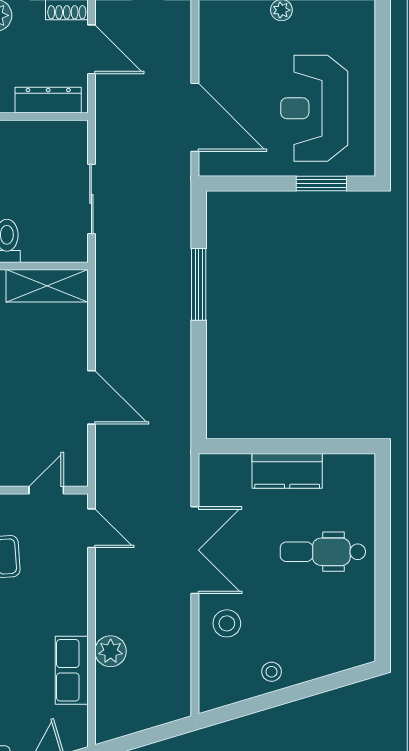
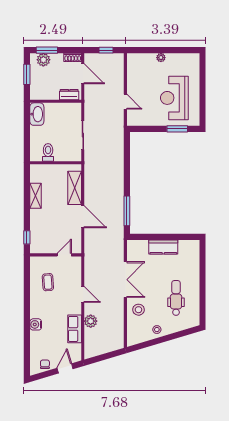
dresser: (48, 100) -> (69, 95), width x0.70
door: (195, 117) -> (125, 102), width x0.53
window: (199, 284) -> (127, 211), moved
shelving: (47, 286) -> (75, 188), moved, turned 90
door: (91, 528) -> (83, 294), moved
dental chair: (323, 552) -> (176, 298), moved, turned 90

